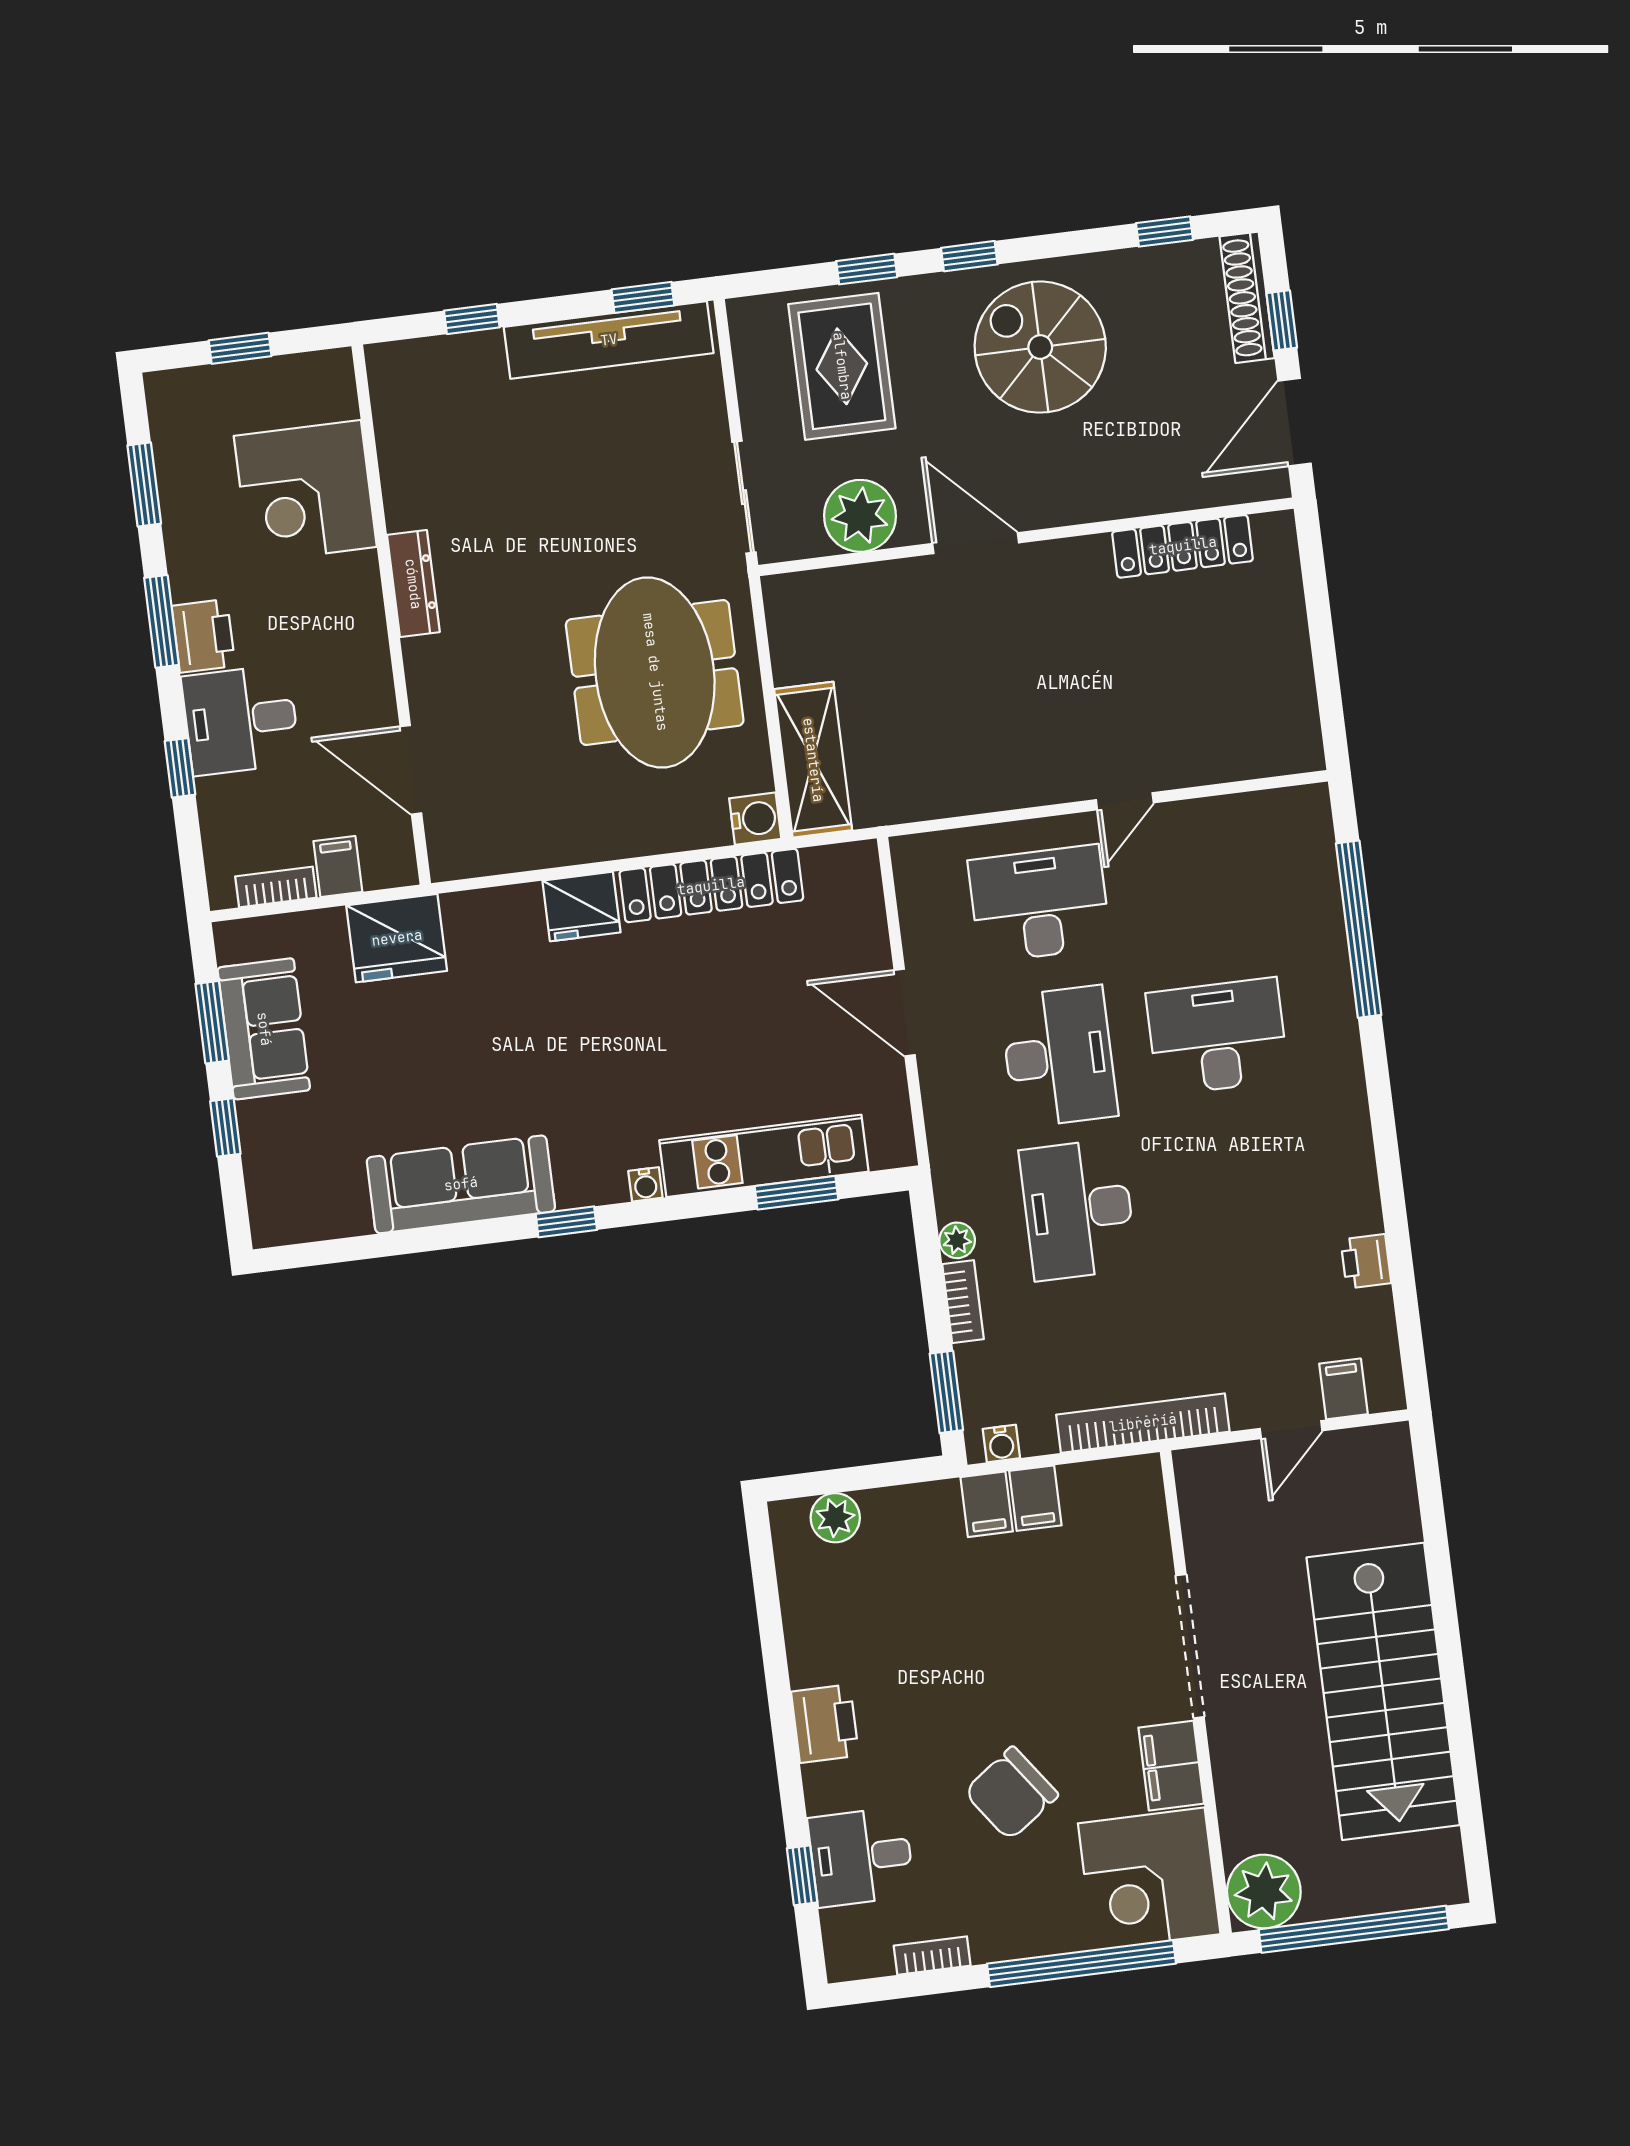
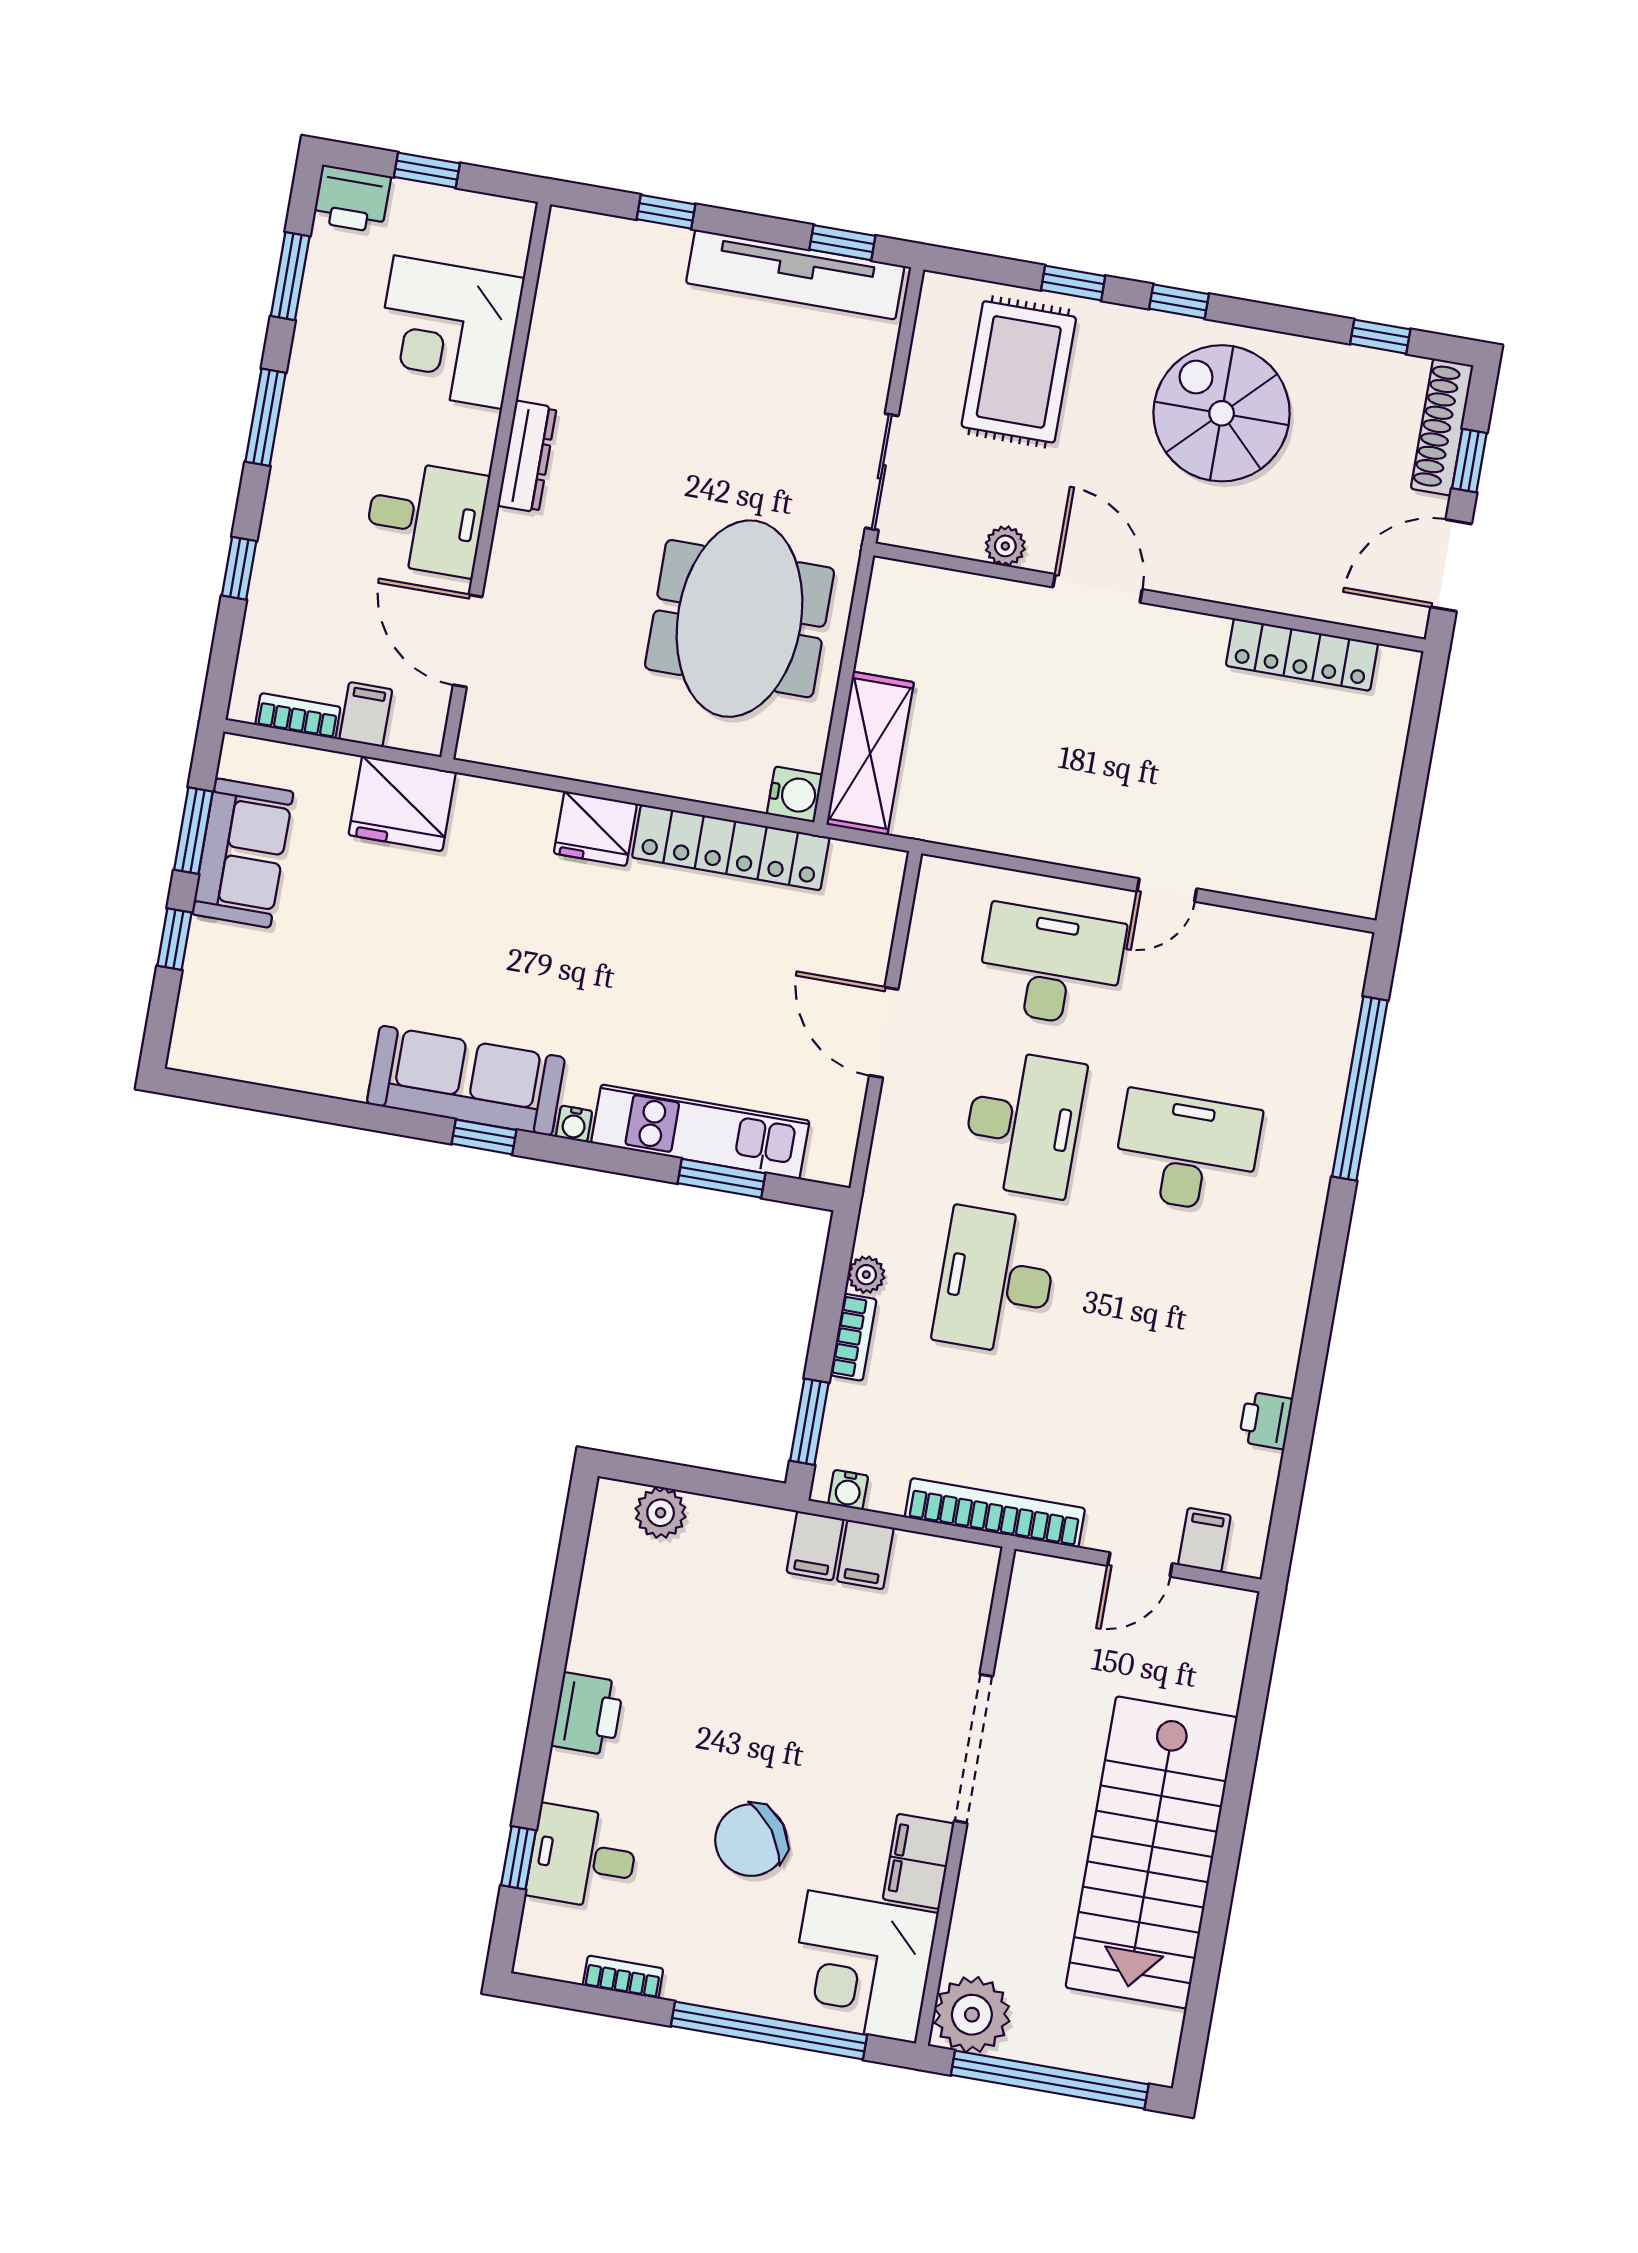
plant: (860, 516) -> (1005, 546), width x0.53, depth x0.53
printer: (203, 636) -> (352, 199), moved, turned 90
desk: (241, 720) -> (426, 518), moved, turned 180
sofa: (461, 1184) -> (466, 1081), moved

